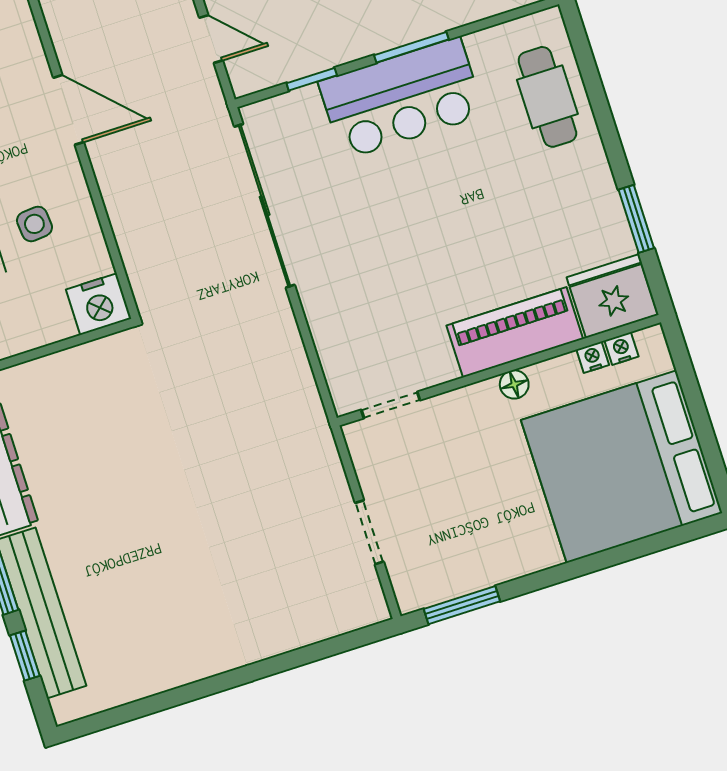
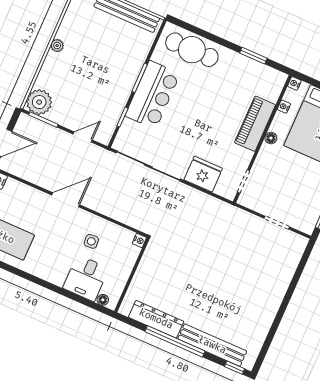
cafe table: (547, 97) -> (192, 50), width x1.37, depth x1.35
fridge: (612, 296) -> (203, 174), moved, turned 90
nightstand: (99, 304) -> (139, 241), width x0.53, depth x0.56
nightstand: (621, 349) -> (294, 83), moved
window: (25, 656) -> (234, 368), moved

